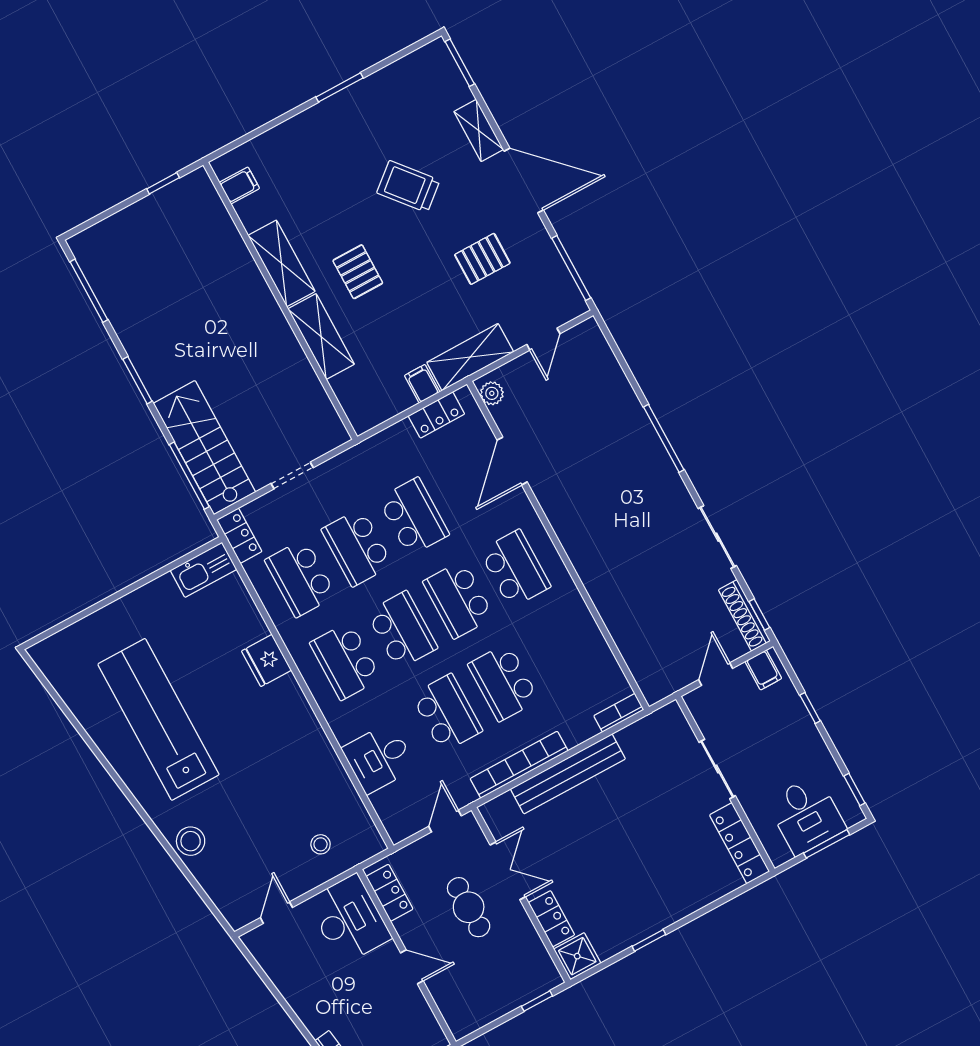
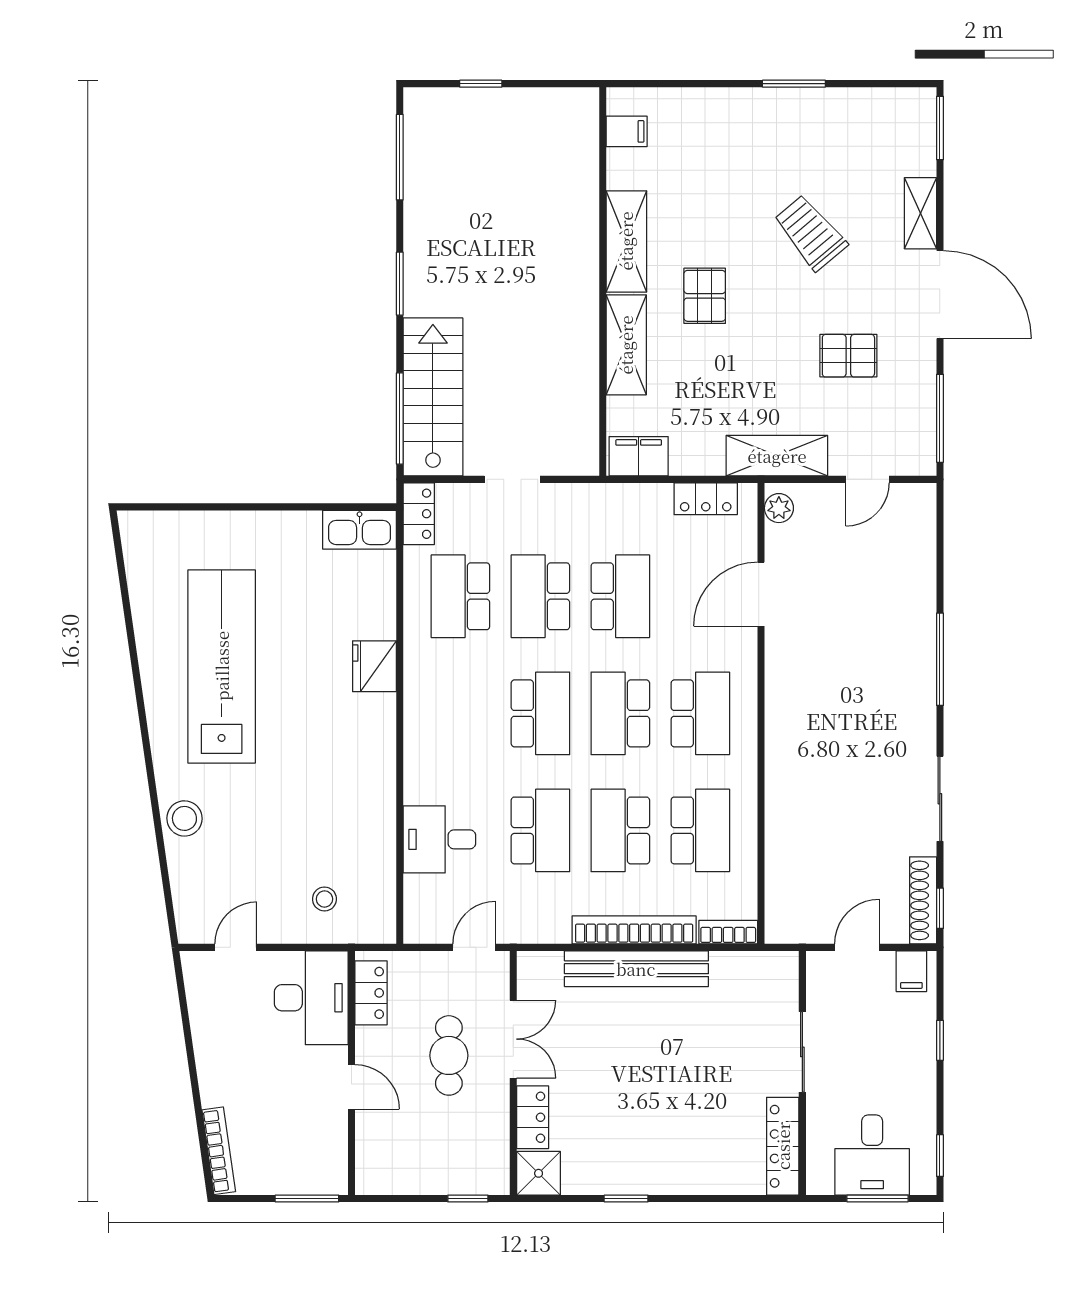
window: (163, 183) -> (481, 84), moved
filing cabinet: (422, 384) -> (639, 456), moved, width x2.00
school desk: (345, 661) -> (700, 830), moved, turned 180
bookcase: (519, 765) -> (634, 930), moved

